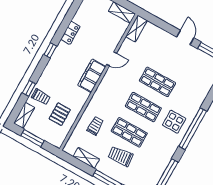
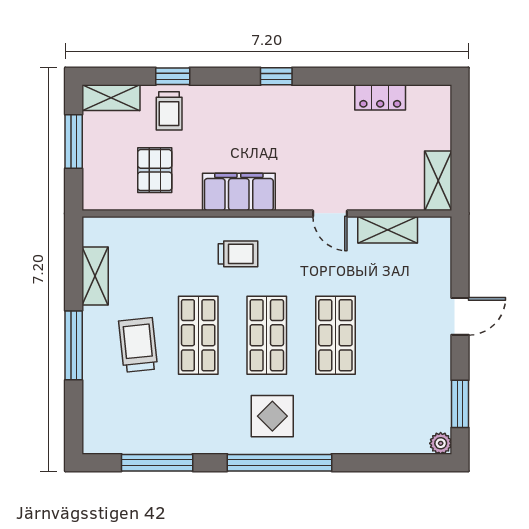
shelving: (137, 29) -> (388, 230), moved
locker: (70, 33) -> (380, 97), moved
door: (185, 37) -> (460, 316), moved
filing cabinet: (92, 76) -> (239, 192), moved
pallet: (60, 114) -> (155, 170), turned 90
trolley: (95, 126) -> (238, 254), moved

